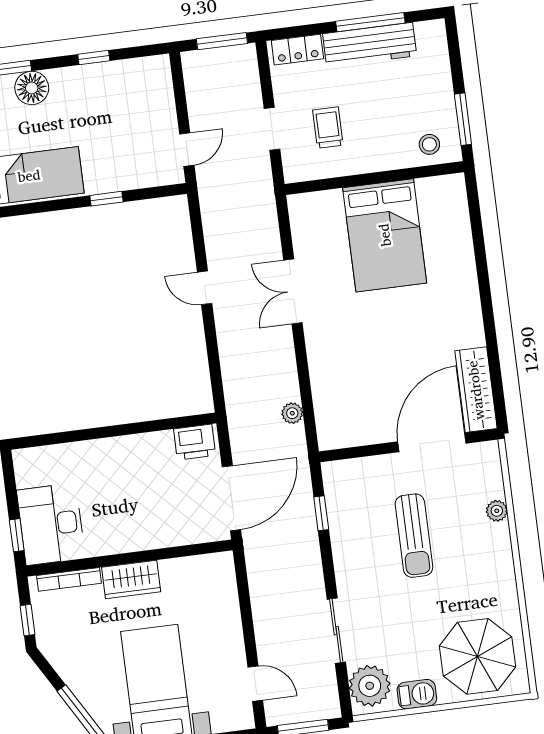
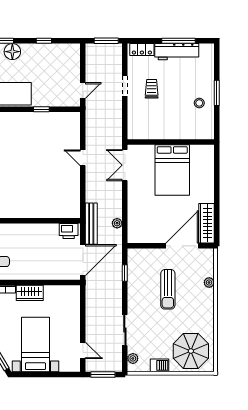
wall: (374, 178) -> (171, 142), moved
bed: (385, 235) -> (172, 170), moved
bench: (239, 421) -> (91, 224), added
plant: (370, 686) -> (133, 358), width x0.53, depth x0.53

